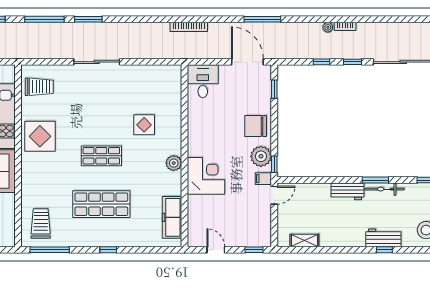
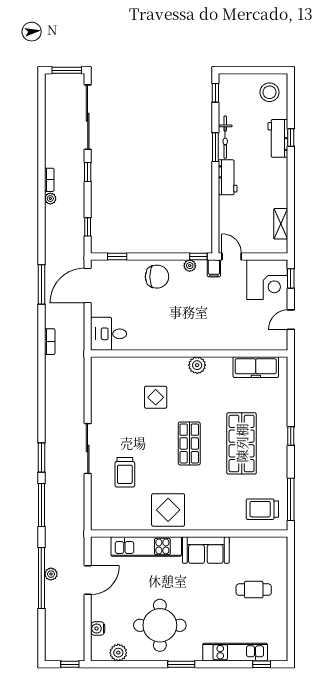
window: (262, 19) -> (41, 284), moved
bookcase: (189, 27) -> (50, 342), width x0.64
window: (322, 62) -> (88, 227), moved
trolley: (39, 87) -> (125, 472), moved, turned 180
chair: (256, 126) -> (157, 277), turned -90
plant: (261, 156) -> (190, 266), width x0.53, depth x0.53
corner desk: (206, 176) -> (267, 280), moved, turned 180

